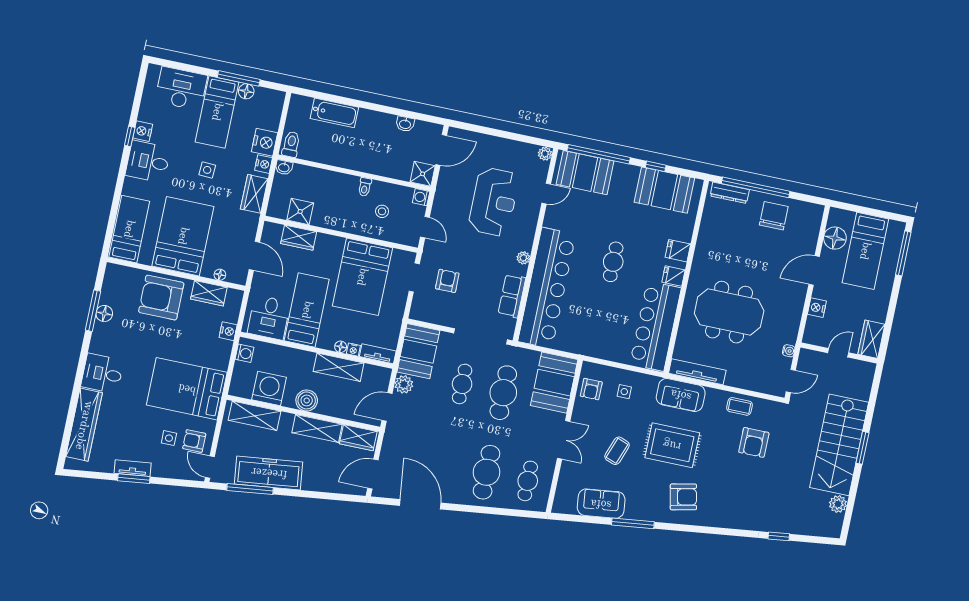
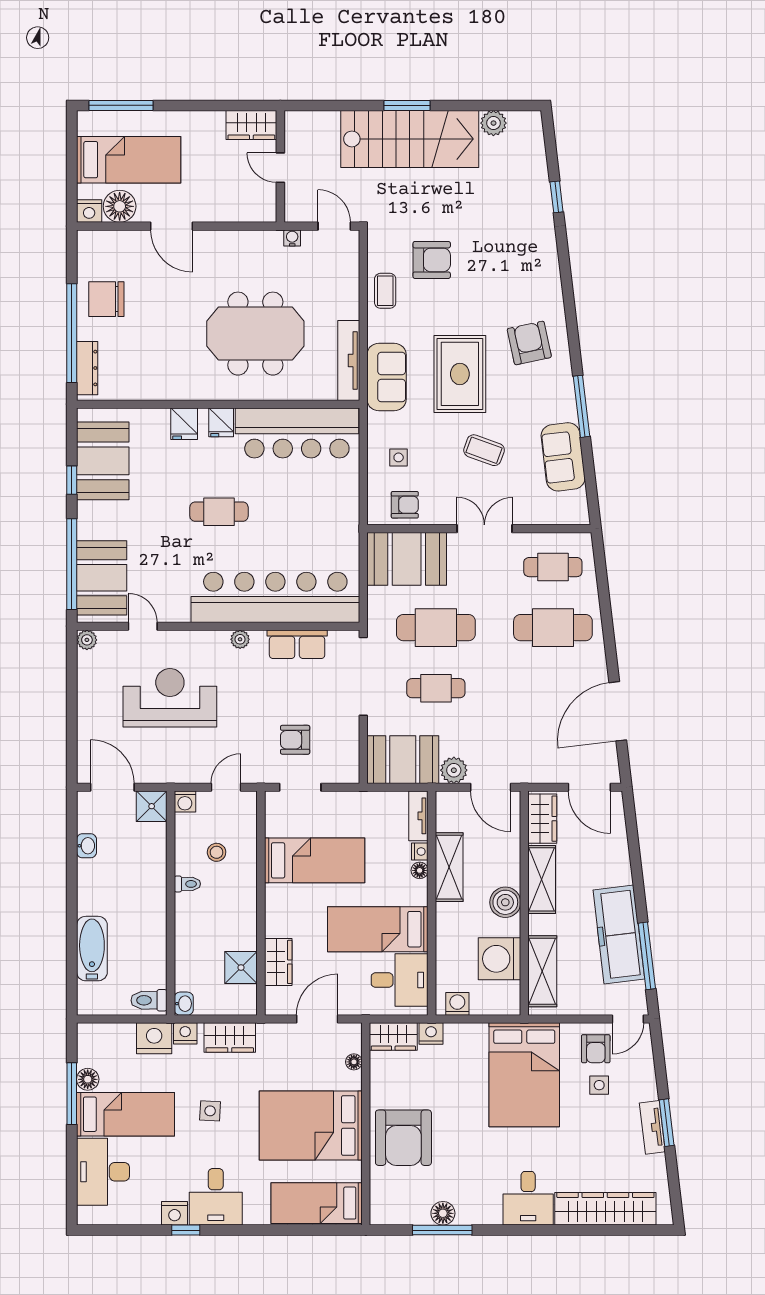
bed: (362, 277) -> (315, 860), width x0.67
wardrobe: (209, 293) -> (393, 1037), moved, turned 90
nightstand: (817, 308) -> (89, 211), moved
meeting table: (729, 312) -> (255, 334), turned 90

